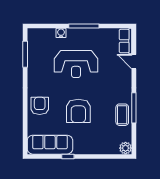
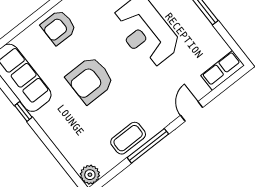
door: (134, 62) -> (192, 111), moved
armchair: (40, 106) -> (59, 27), turned 180

